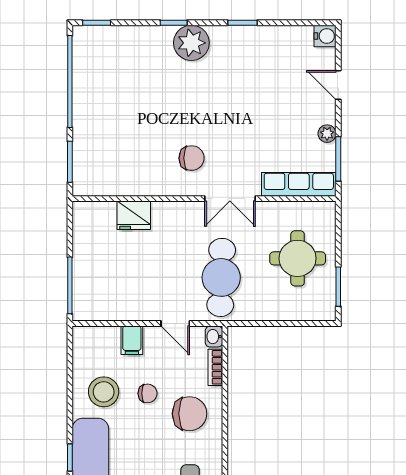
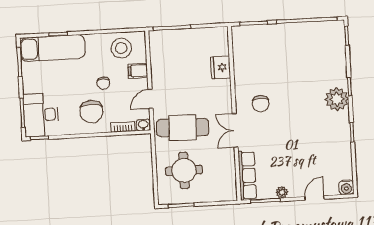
round table: (298, 258) -> (184, 171), moved
stool: (104, 392) -> (121, 48), moved

